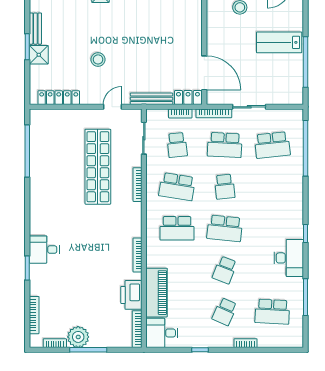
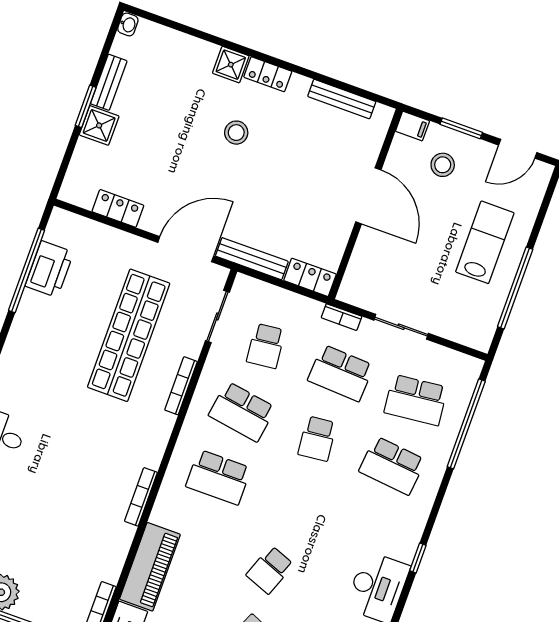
lab bench: (279, 42) -> (485, 242), turned 90
stool: (98, 59) -> (236, 133), moved
door: (204, 73) -> (368, 196), moved
locker: (59, 98) -> (118, 208), width x0.66
door: (112, 107) -> (186, 249), width x1.87
bookcase: (214, 113) -> (342, 317), width x0.64
bookcase: (180, 114) -> (289, 298), removed
school desk: (225, 228) -> (392, 466), moved
printer: (131, 295) -> (49, 269), moved, turned 180

